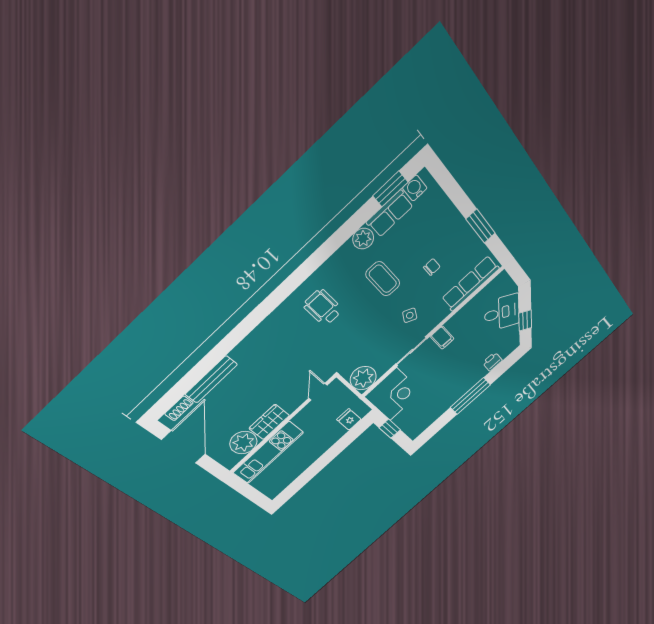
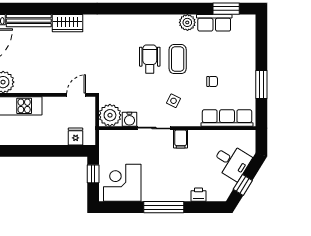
water cooler: (415, 188) -> (129, 119), moved, turned 180
wheelchair: (323, 307) -> (150, 59), moved
corner desk: (393, 394) -> (122, 183), moved, turned 180
wardrobe: (269, 422) -> (68, 23), moved, turned 180

